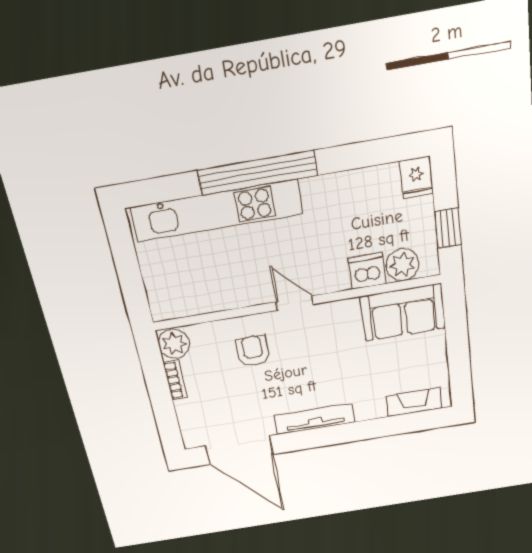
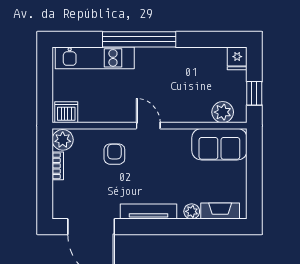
kitchen unit: (217, 211) -> (95, 58), width x0.73
dishwasher: (367, 271) -> (66, 112), moved
plant: (374, 409) -> (192, 211), added

